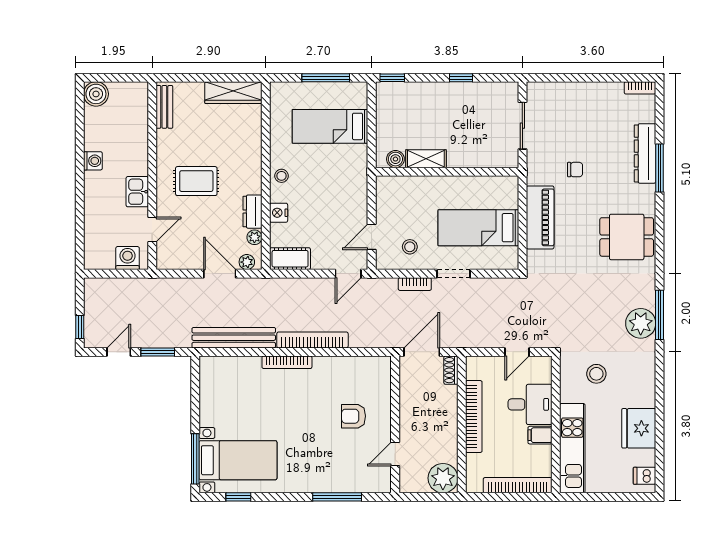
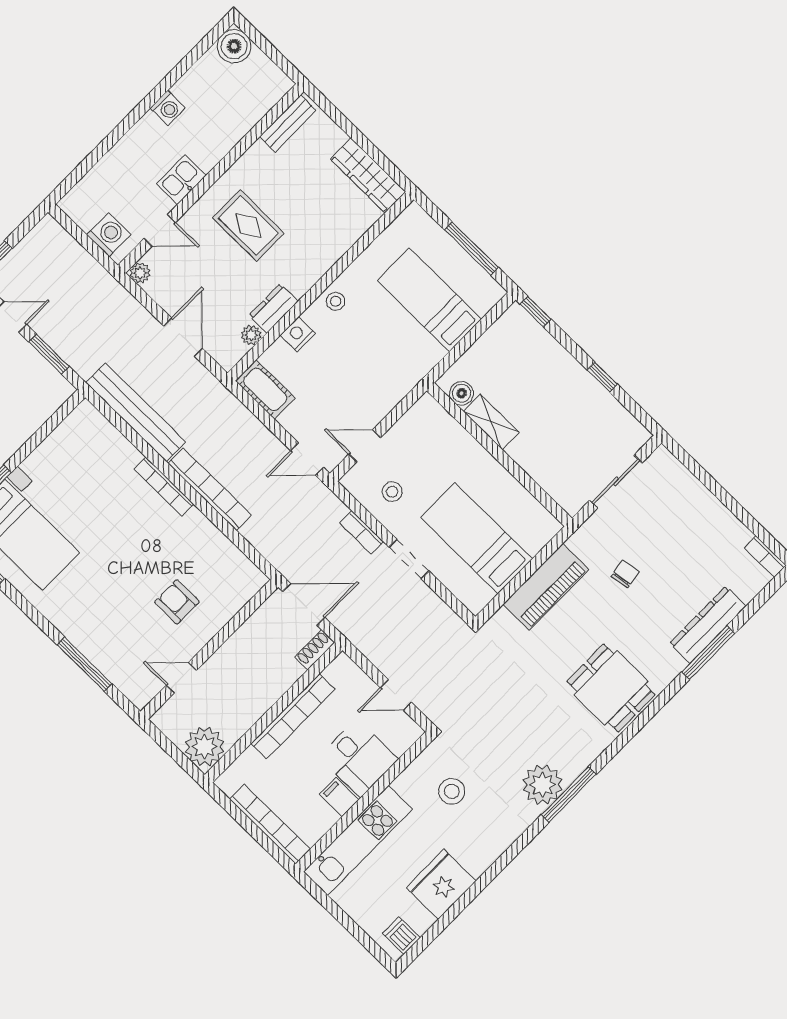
chair: (575, 170) -> (625, 574), turned -100
plant: (247, 262) -> (140, 273), moved

